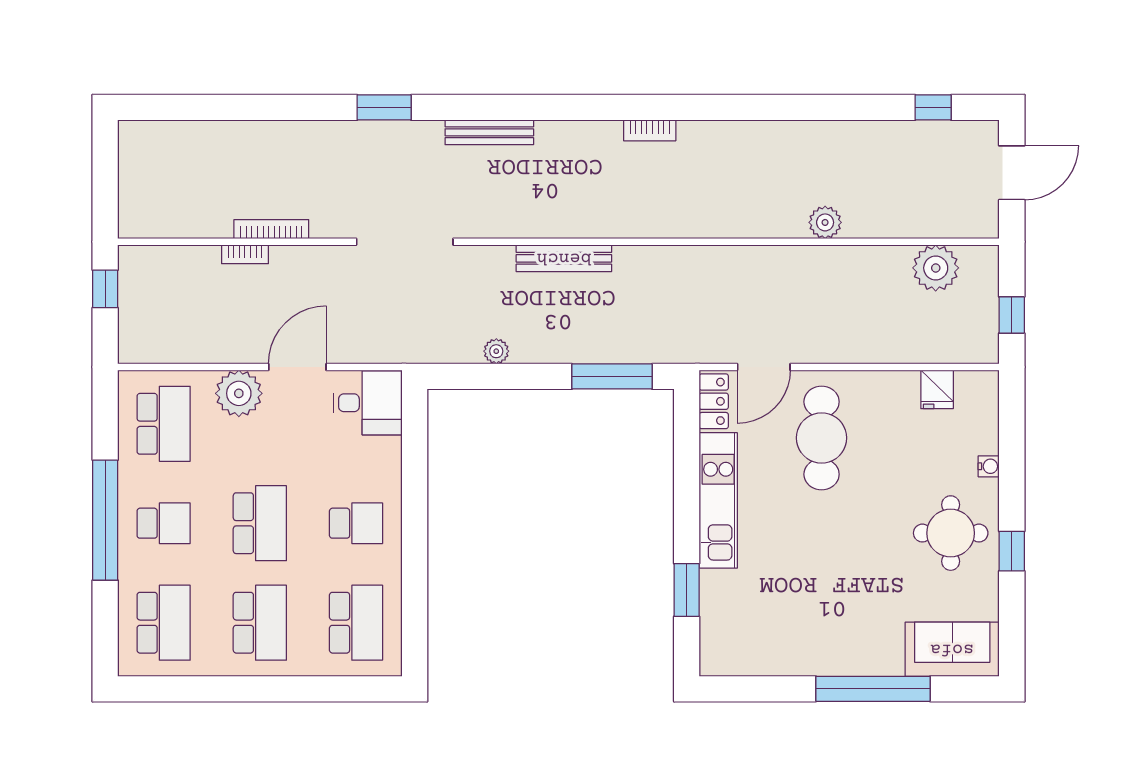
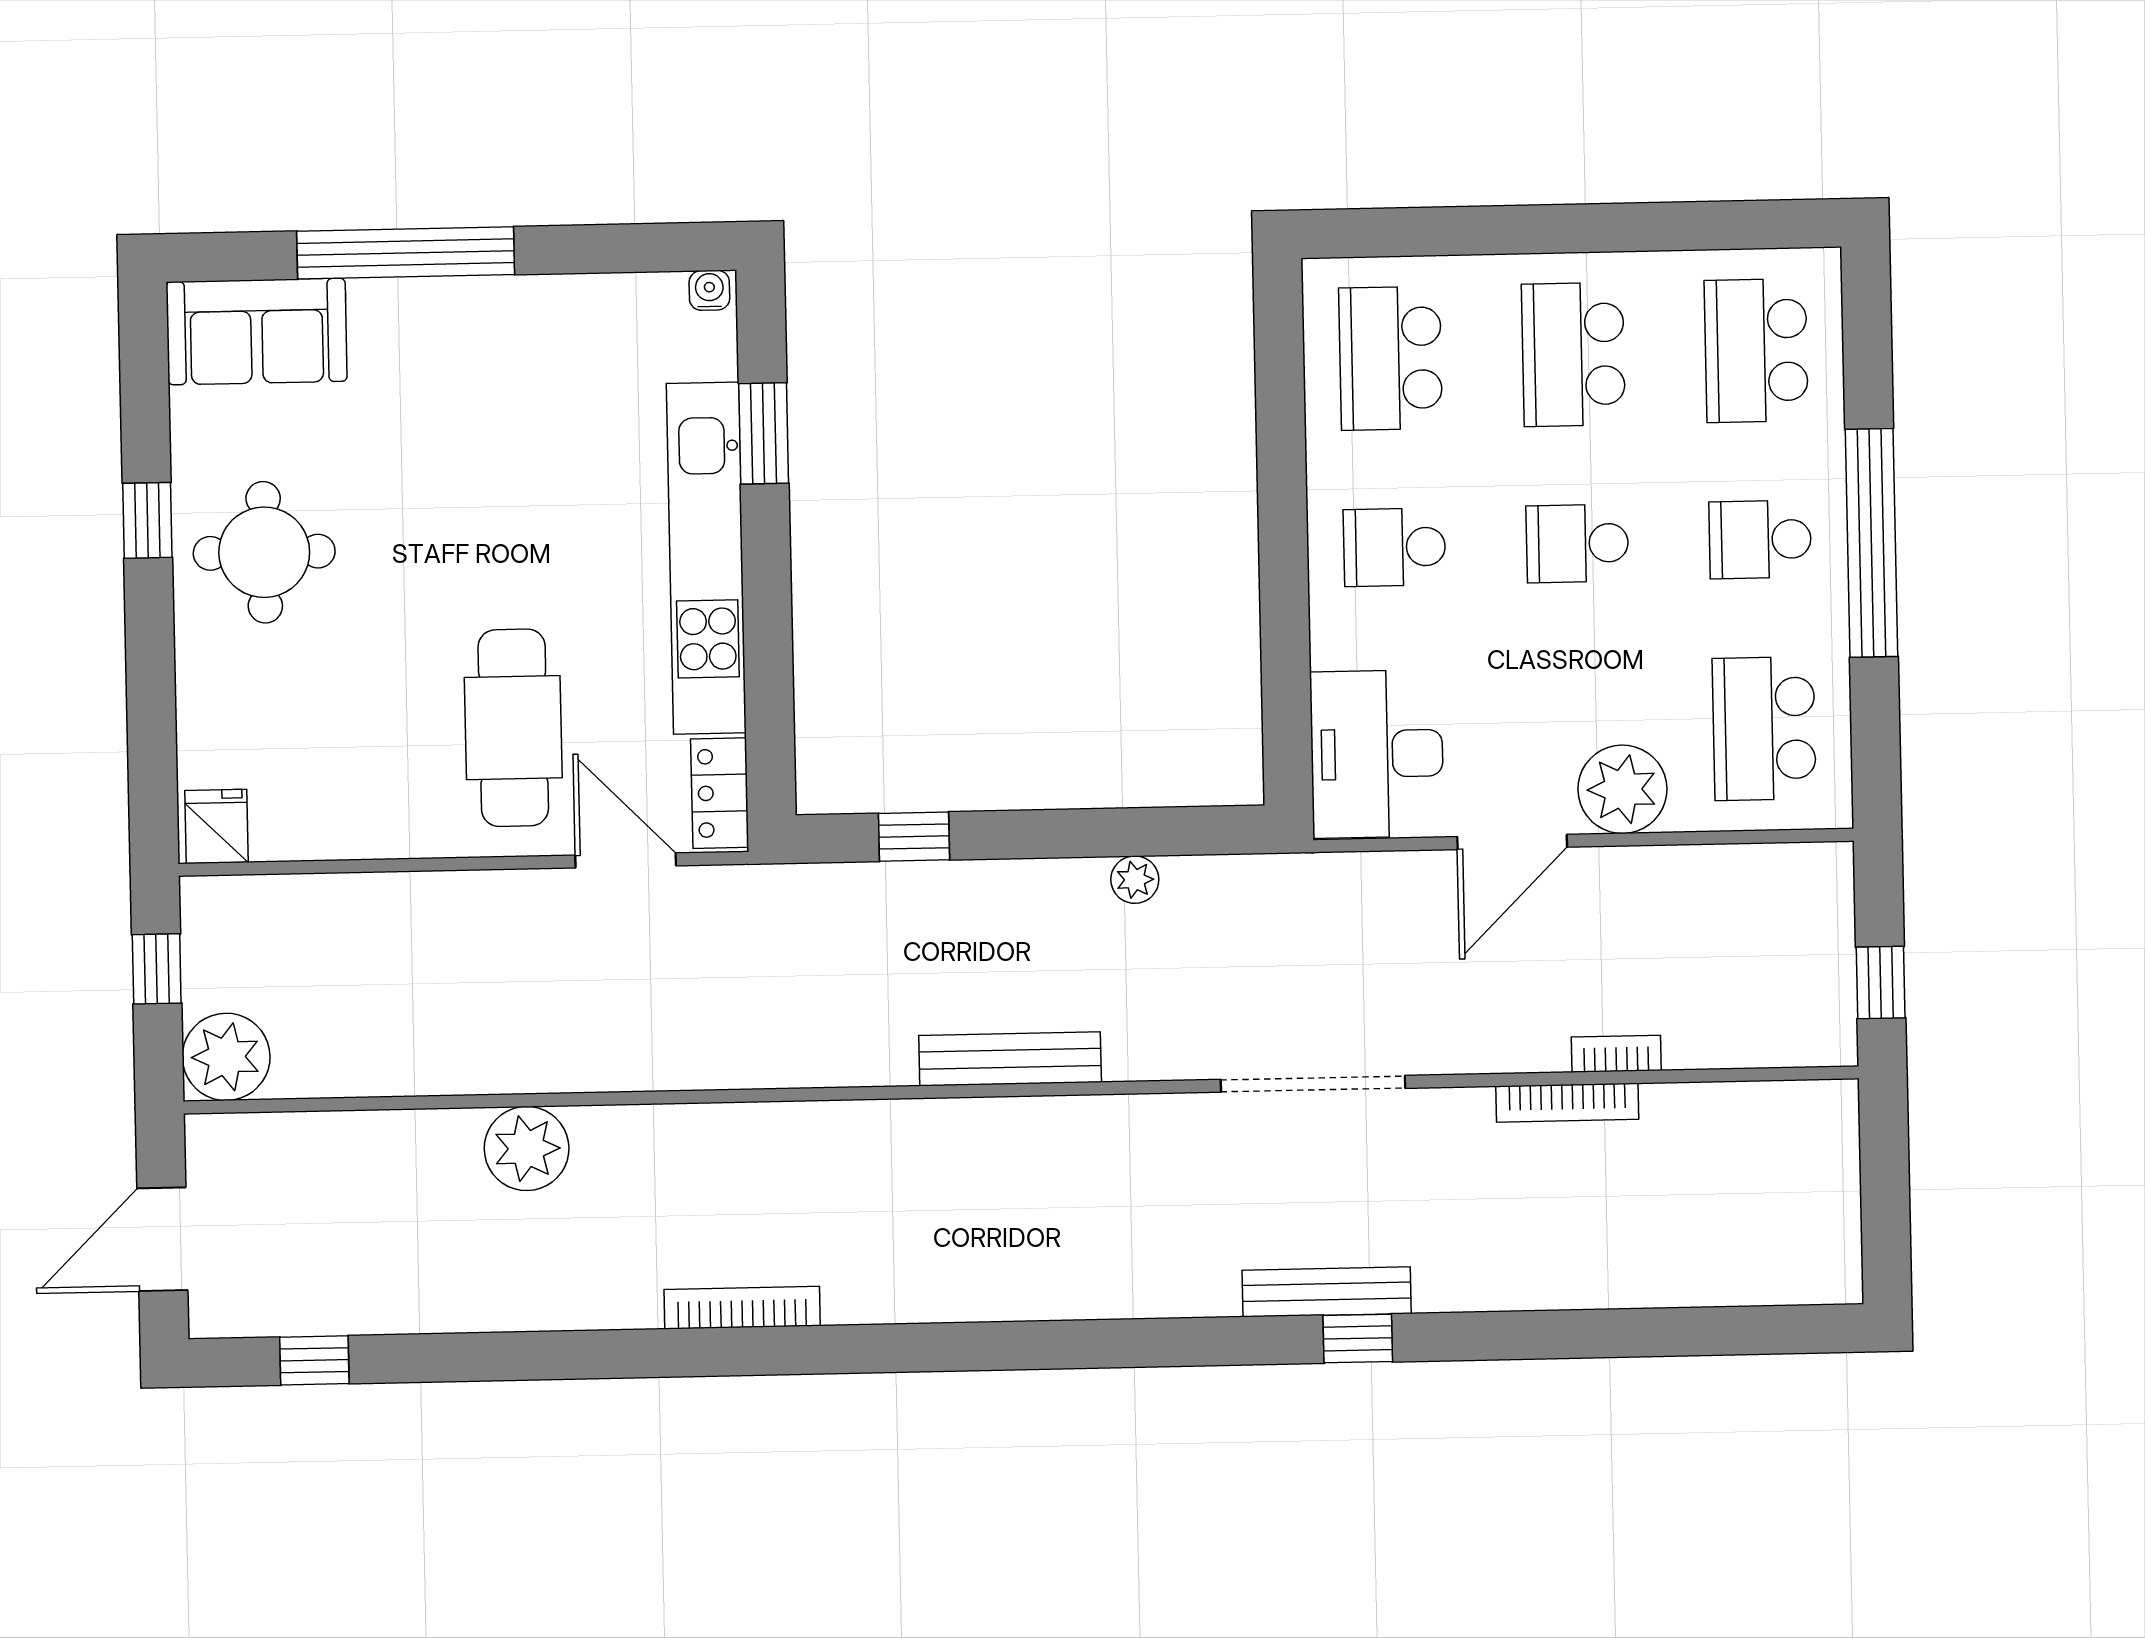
window: (384, 107) -> (1358, 1338), width x0.67
bookcase: (650, 130) -> (742, 1308), moved, width x1.56
bench: (489, 132) -> (1327, 1292), moved
plant: (825, 222) -> (527, 1149), width x1.36, depth x1.36
plant: (936, 268) -> (226, 1057), moved
door: (764, 367) -> (626, 860), hinge flipped
window: (612, 376) -> (914, 837), width x0.46
fridge: (937, 389) -> (216, 826), moved
desk: (368, 403) -> (1377, 754), width x1.37
water cooler: (989, 466) -> (709, 290), moved, turned 90
kitchen unit: (718, 500) -> (706, 558), width x1.36
school desk: (260, 523) -> (1577, 543), width x0.54

